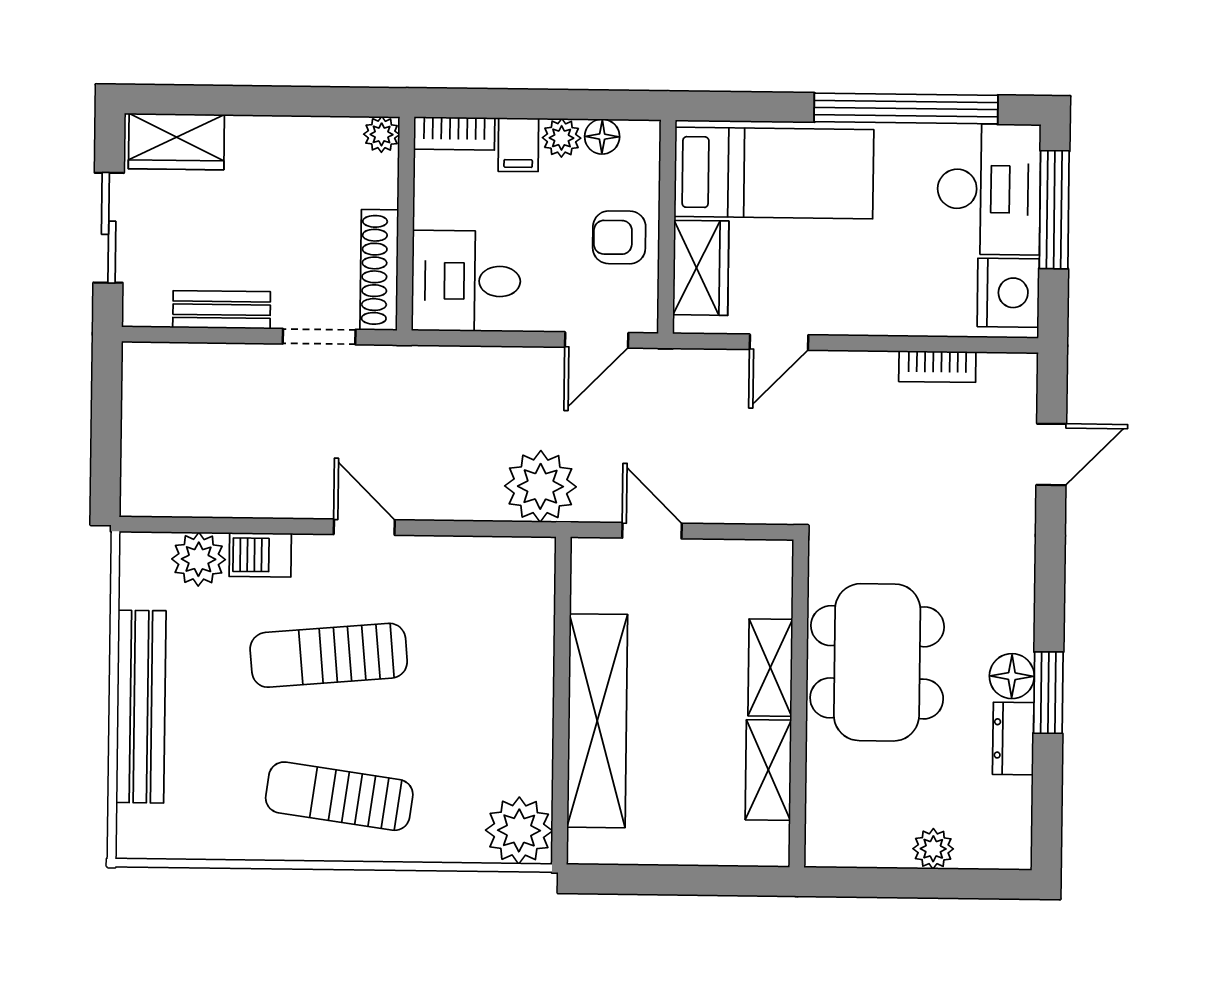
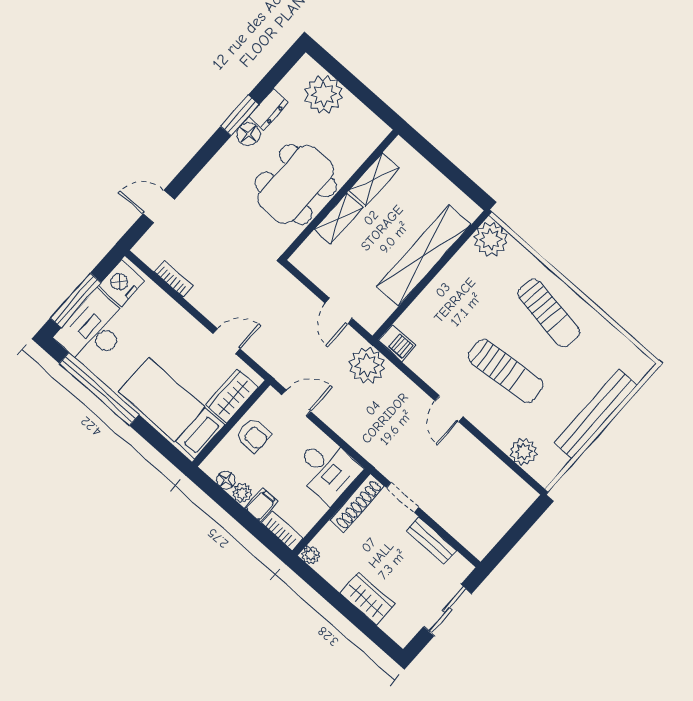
wardrobe: (176, 142) -> (368, 599), moved
barbecue: (260, 555) -> (397, 343), moved
plant: (933, 849) -> (324, 94), width x1.88, depth x1.88

